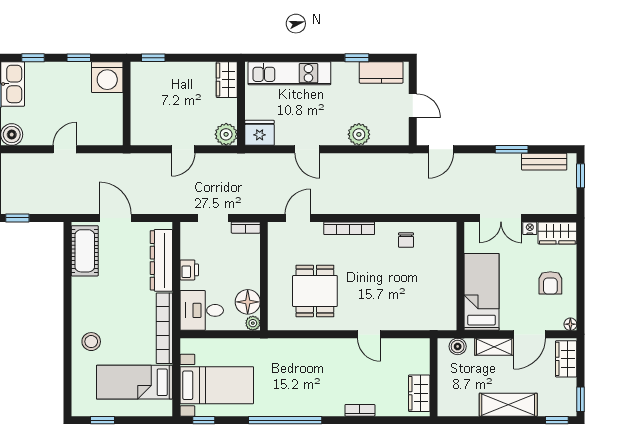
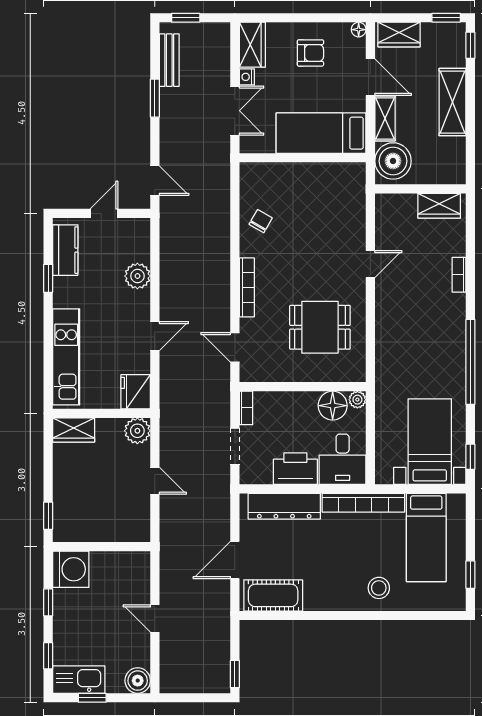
chair: (406, 240) -> (261, 221), turned -60
printer: (189, 270) -> (295, 469), width x1.87, depth x1.48
boiler: (458, 346) -> (393, 161), width x1.86, depth x1.86

